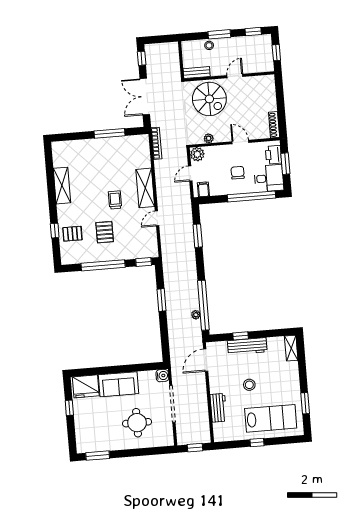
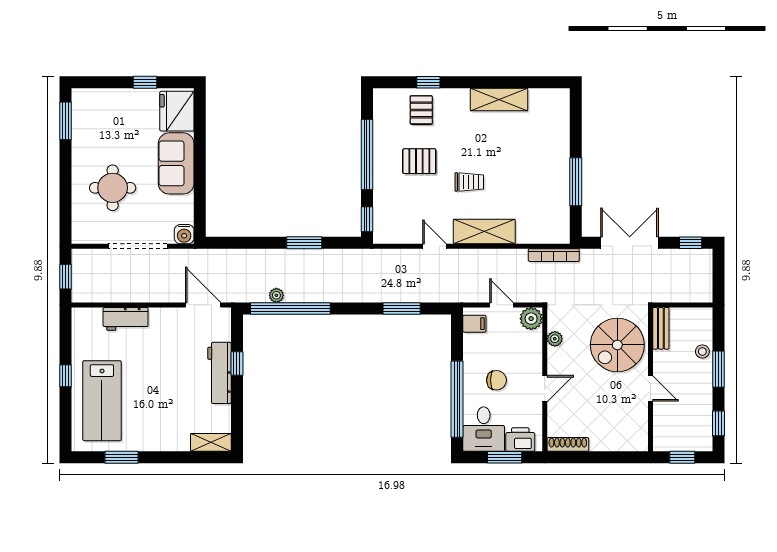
stool: (249, 385) -> (158, 371), removed

